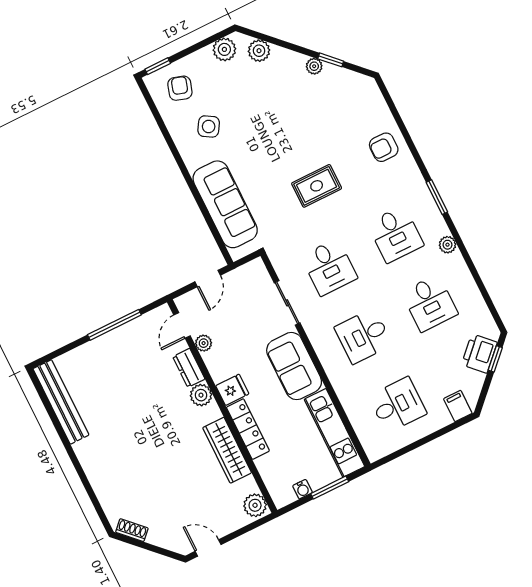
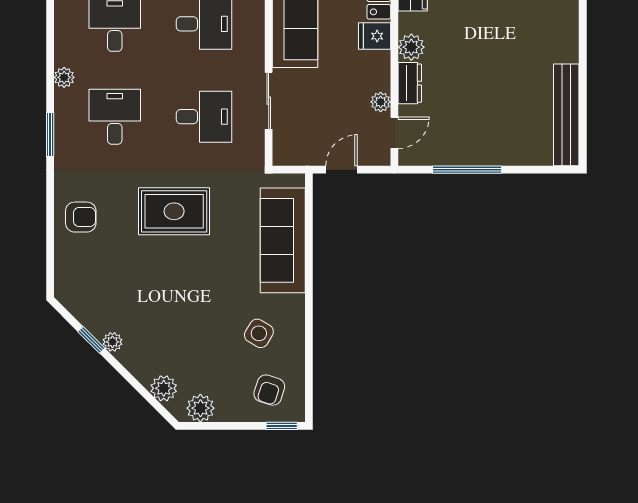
rug: (317, 186) -> (174, 211), width x1.36, depth x1.43
desk: (329, 267) -> (204, 117), turned 90

